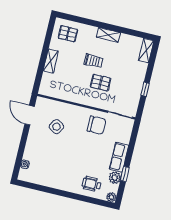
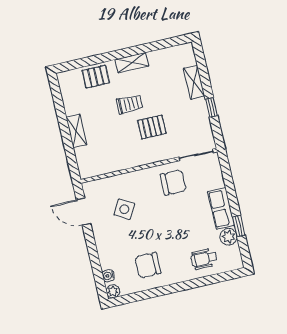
pallet: (68, 34) -> (96, 77), moved
shelving: (146, 51) -> (194, 82), moved
chair: (54, 170) -> (148, 265), added
plant: (111, 197) -> (113, 291), moved

